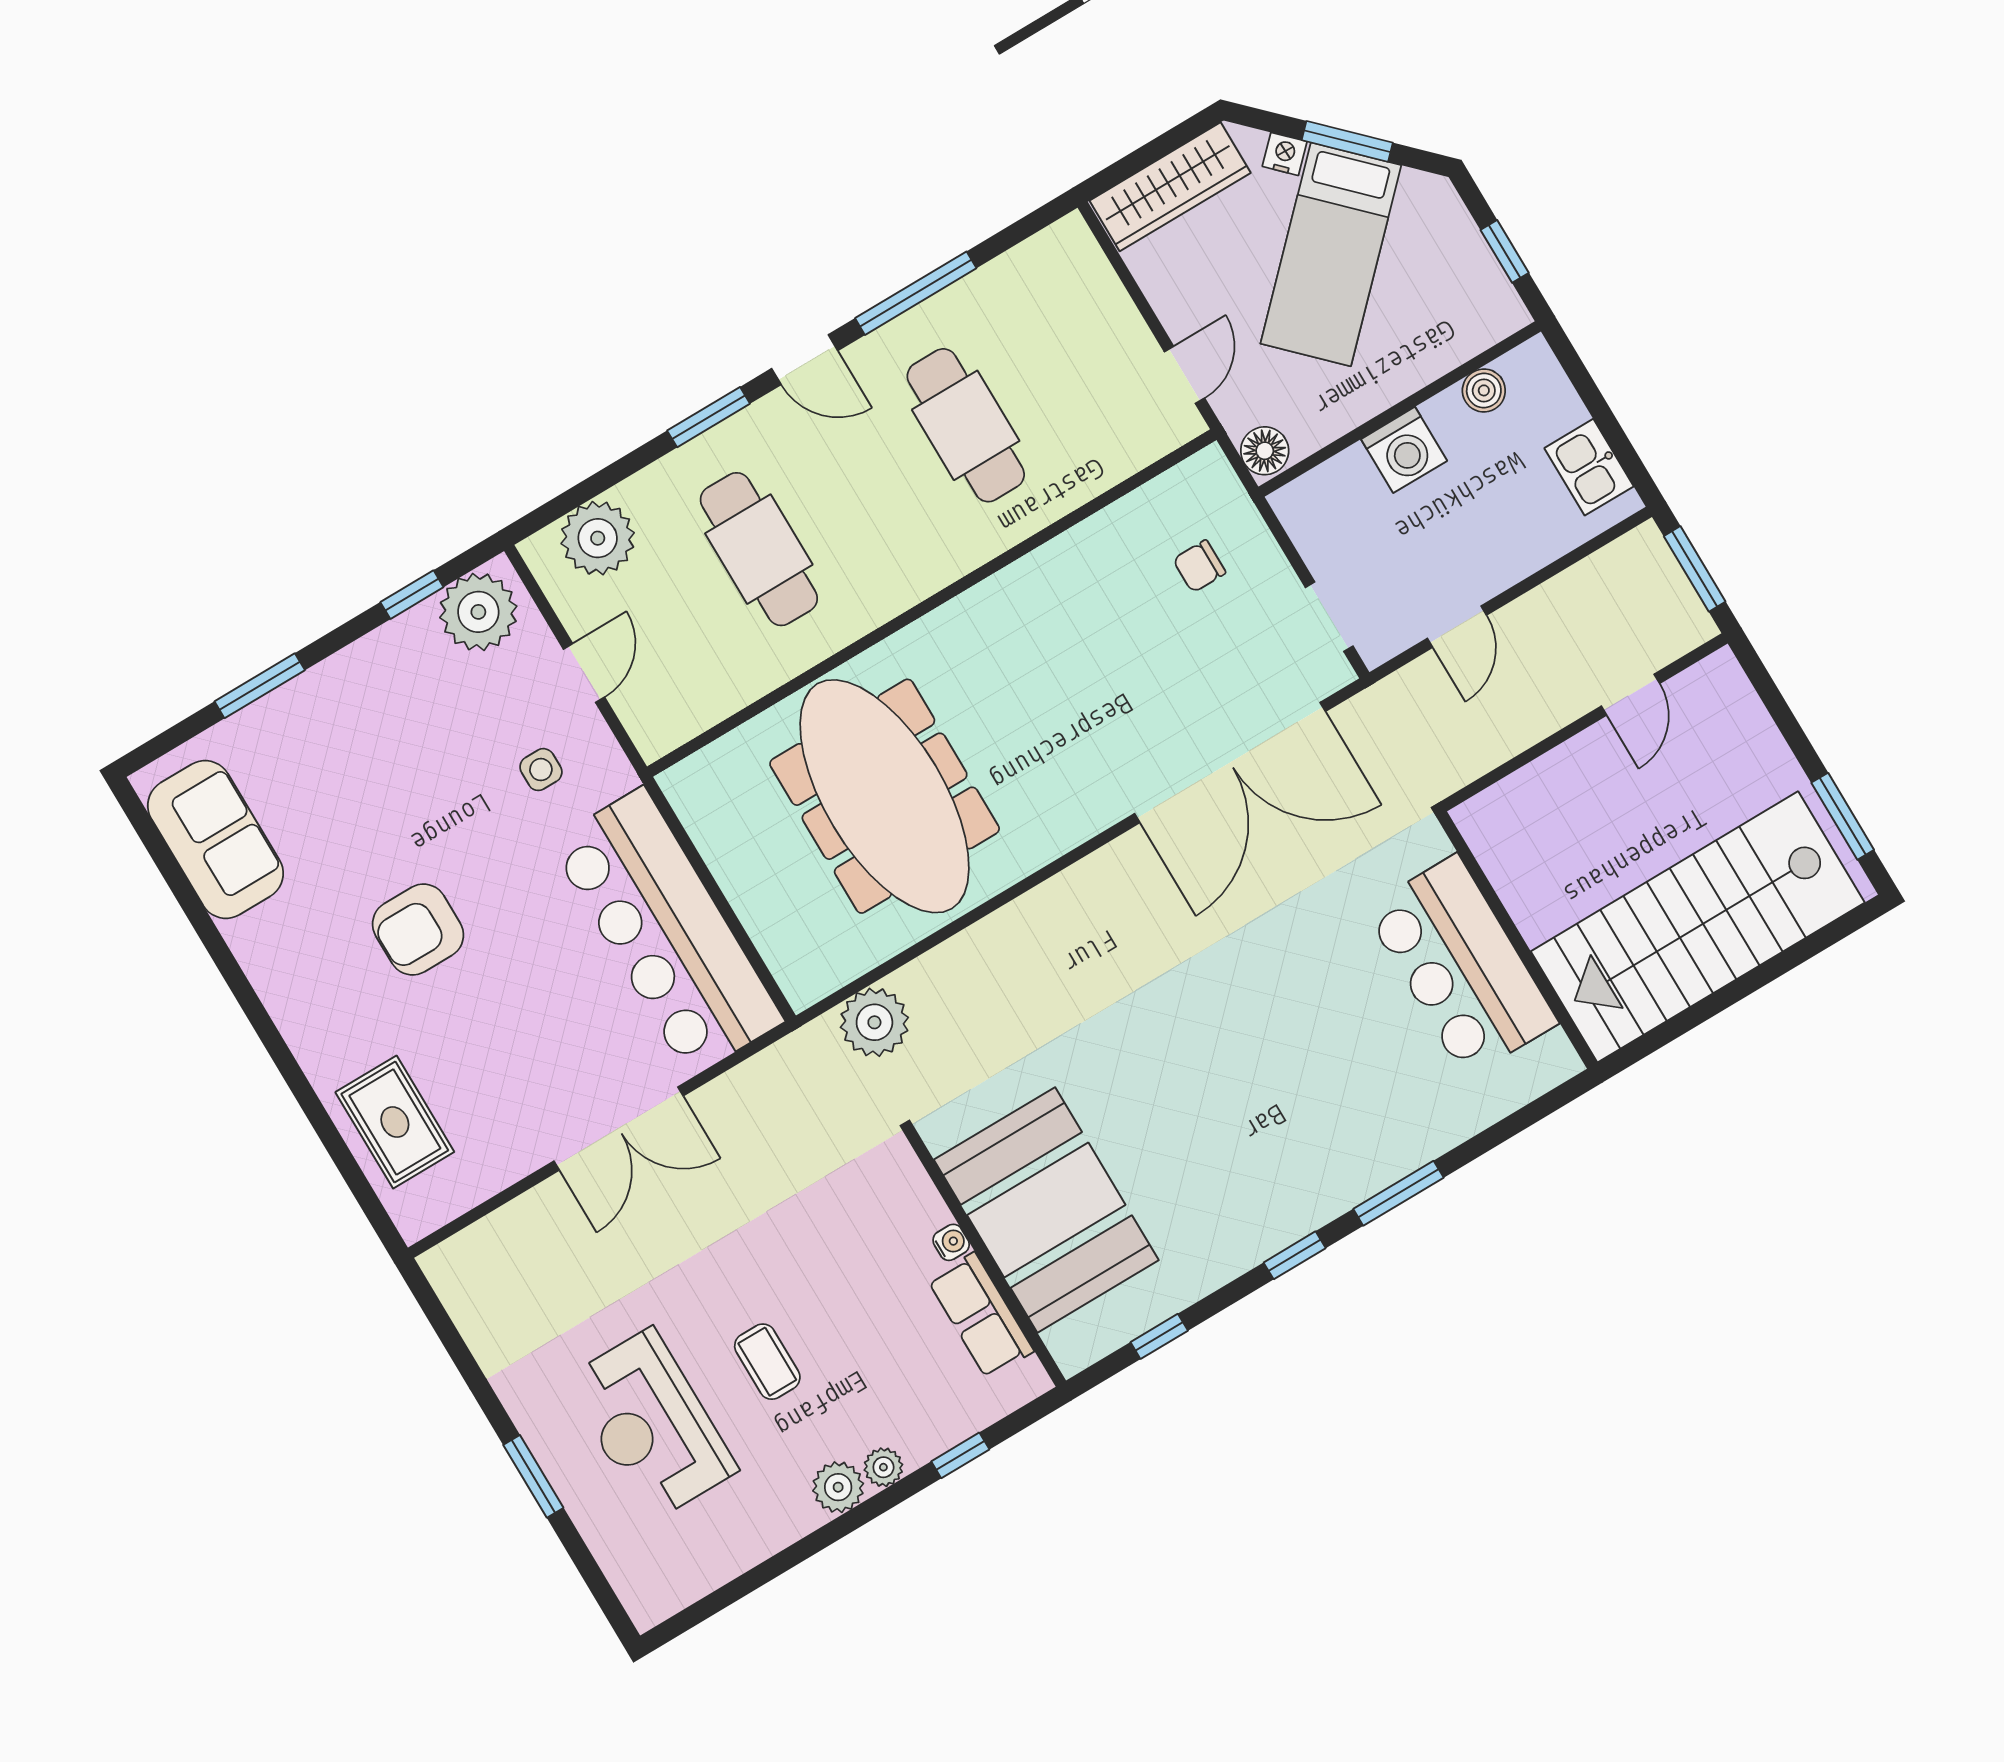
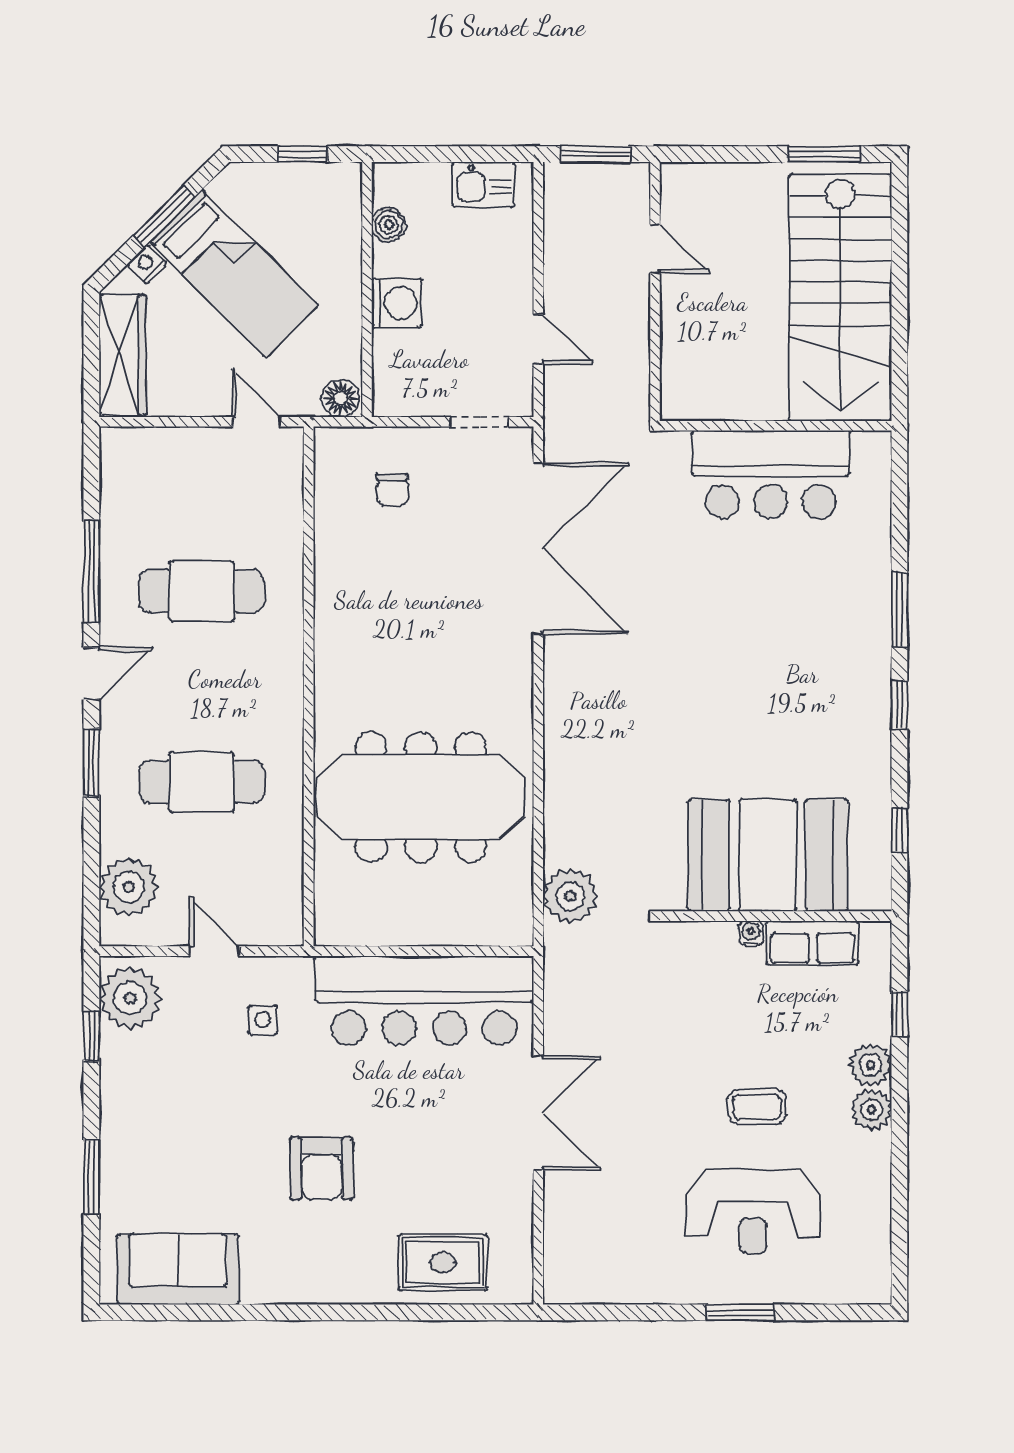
plant: (883, 1467) -> (870, 1065), width x1.38, depth x1.38

